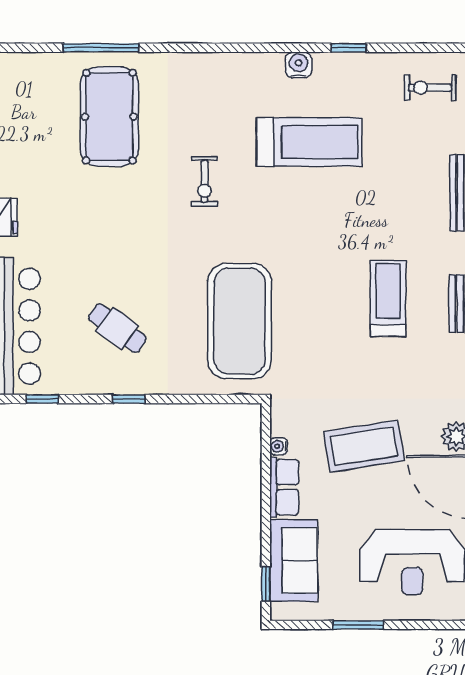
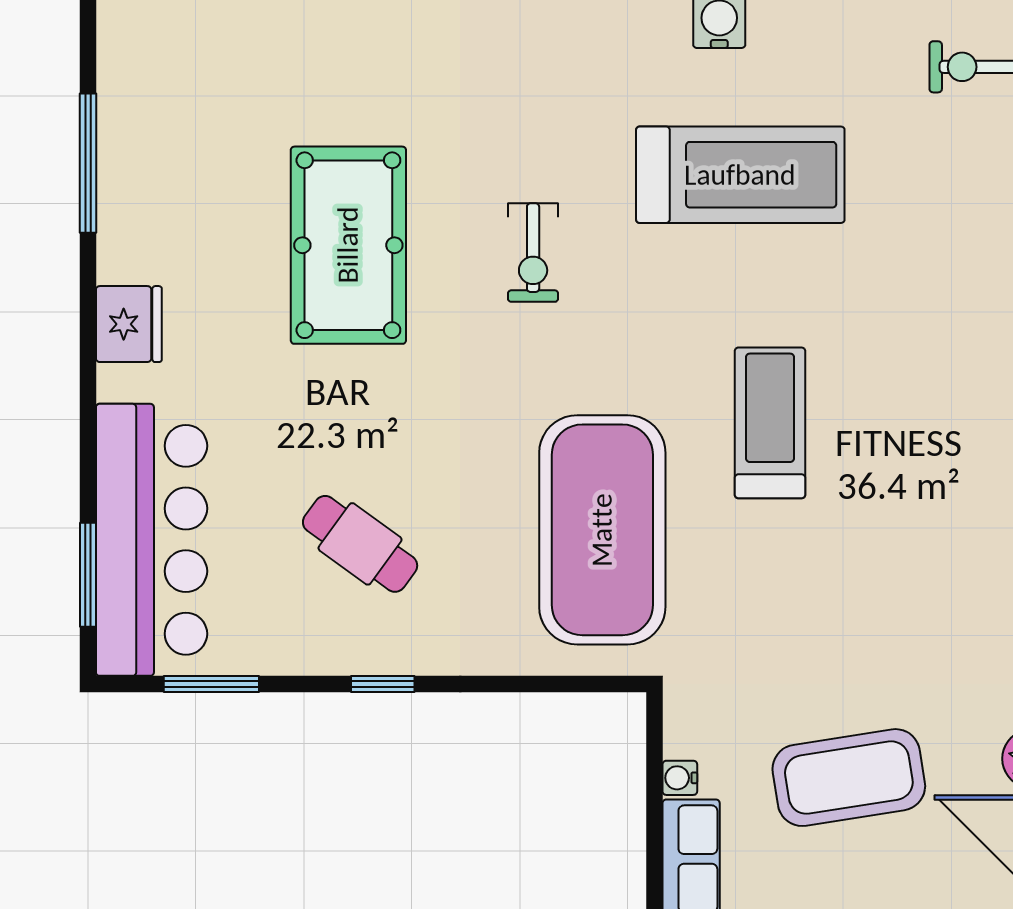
pool table: (109, 117) -> (348, 245), moved
treadmill: (388, 299) -> (770, 423), moved
window: (42, 399) -> (211, 684), width x1.50

